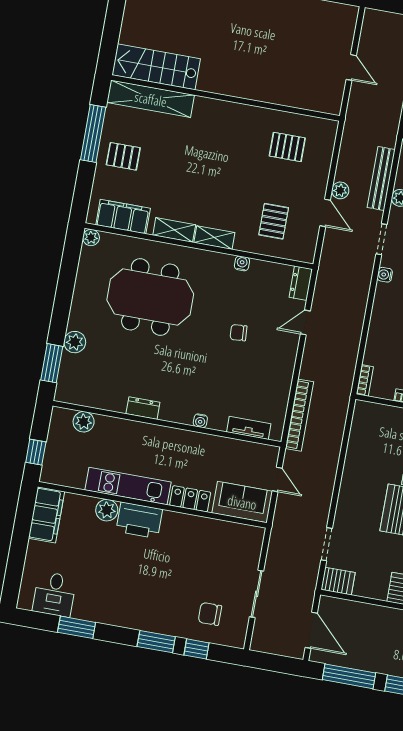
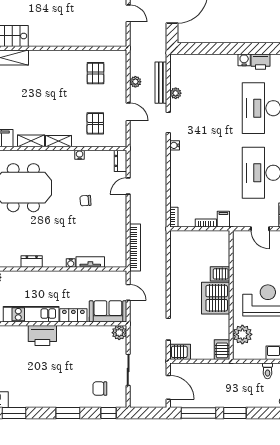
pallet: (287, 147) -> (96, 73), turned 90
plant: (340, 190) -> (135, 82), moved
tv unit: (249, 428) -> (90, 262), moved
plant: (107, 510) -> (119, 333), moved
window: (196, 649) -> (109, 413), moved

